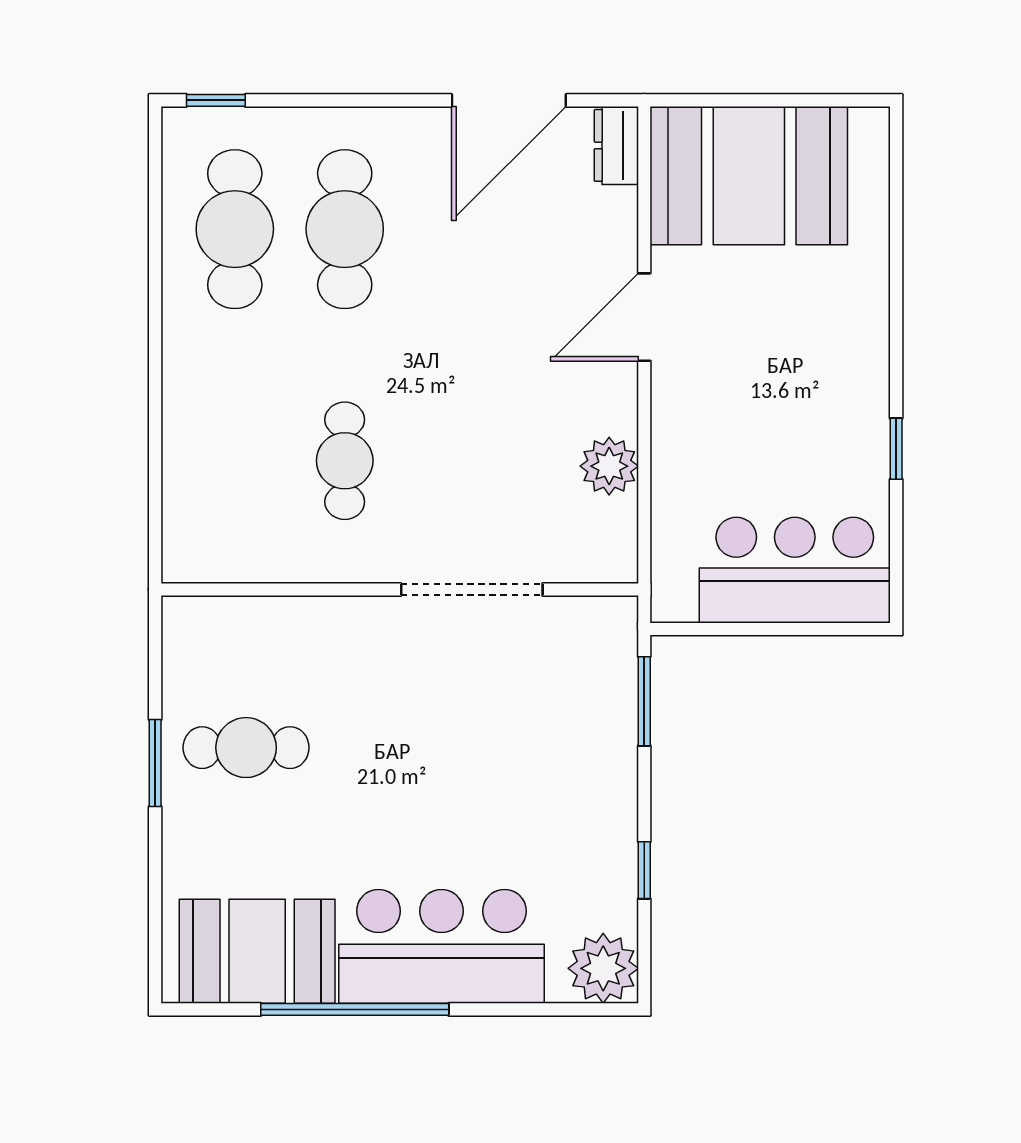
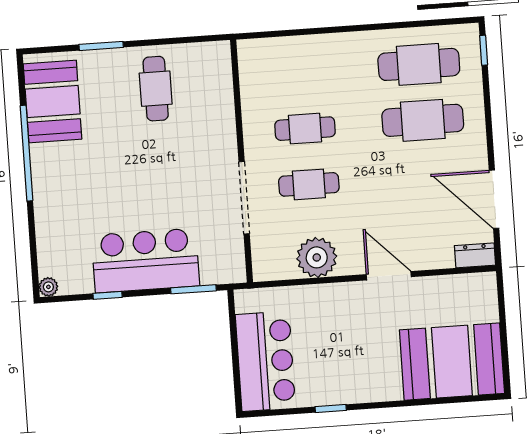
booth: (749, 176) -> (452, 362), moved, turned 90
cafe table: (455, 461) -> (309, 184), added
plant: (609, 466) -> (317, 257), width x1.36, depth x1.36
window: (155, 763) -> (101, 46), moved
bar counter: (441, 946) -> (146, 261), moved, turned -90
plant: (603, 968) -> (48, 287), width x0.53, depth x0.53

